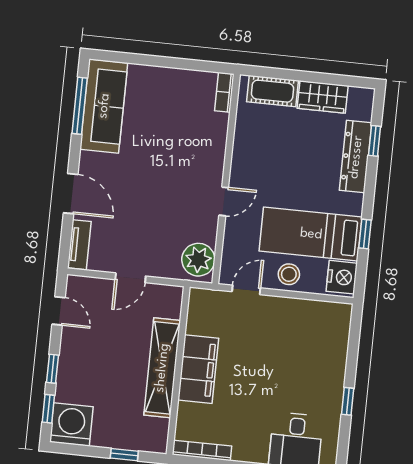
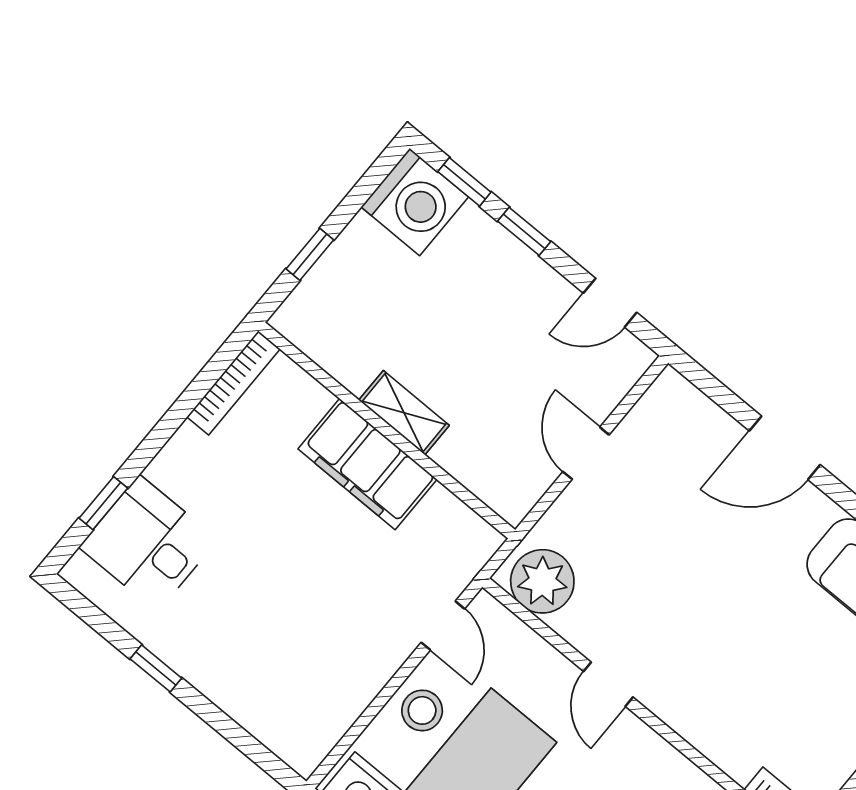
tv unit: (79, 245) -> (694, 407), removed
shelving: (162, 368) -> (404, 413), width x0.45, depth x0.75

